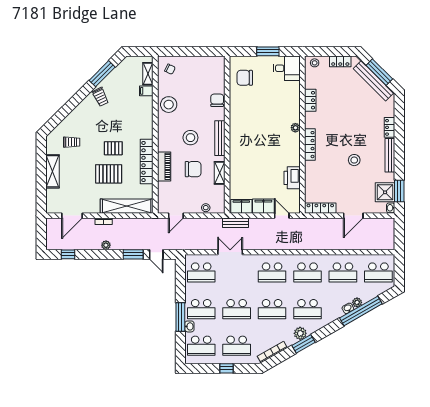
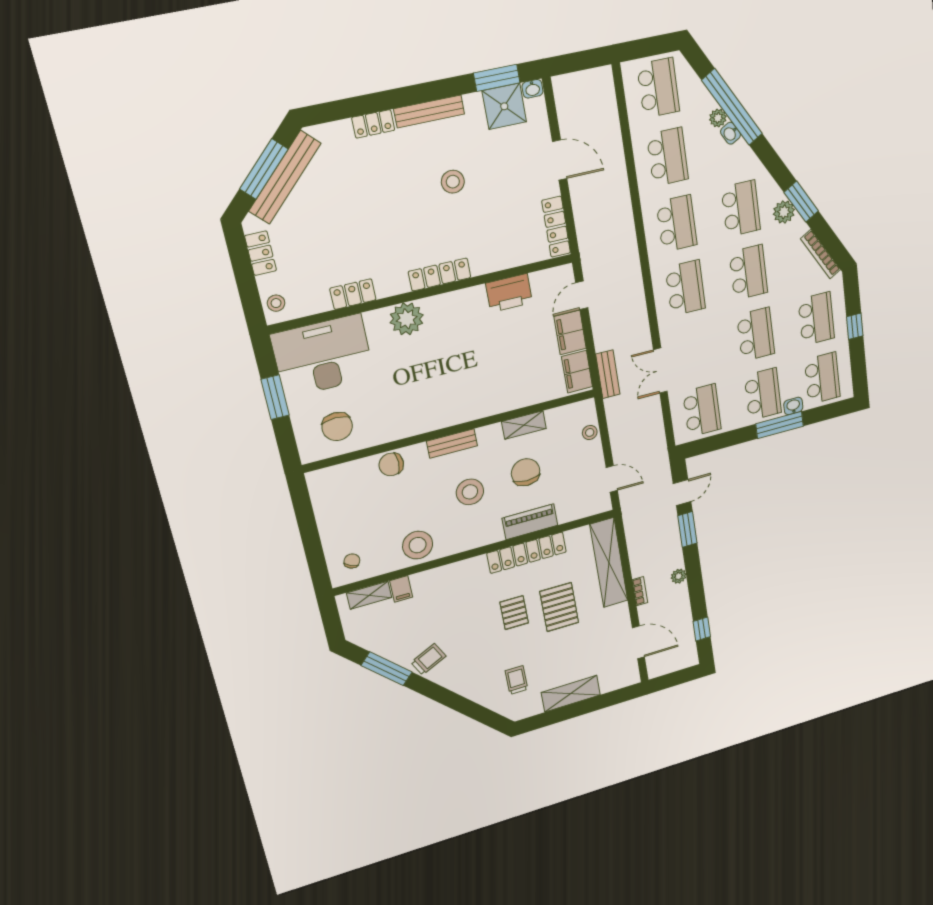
desk: (287, 68) -> (323, 356), width x1.87, depth x1.30
plant: (295, 128) -> (407, 319), width x1.87, depth x1.87
bench: (220, 138) -> (452, 443), width x0.73

